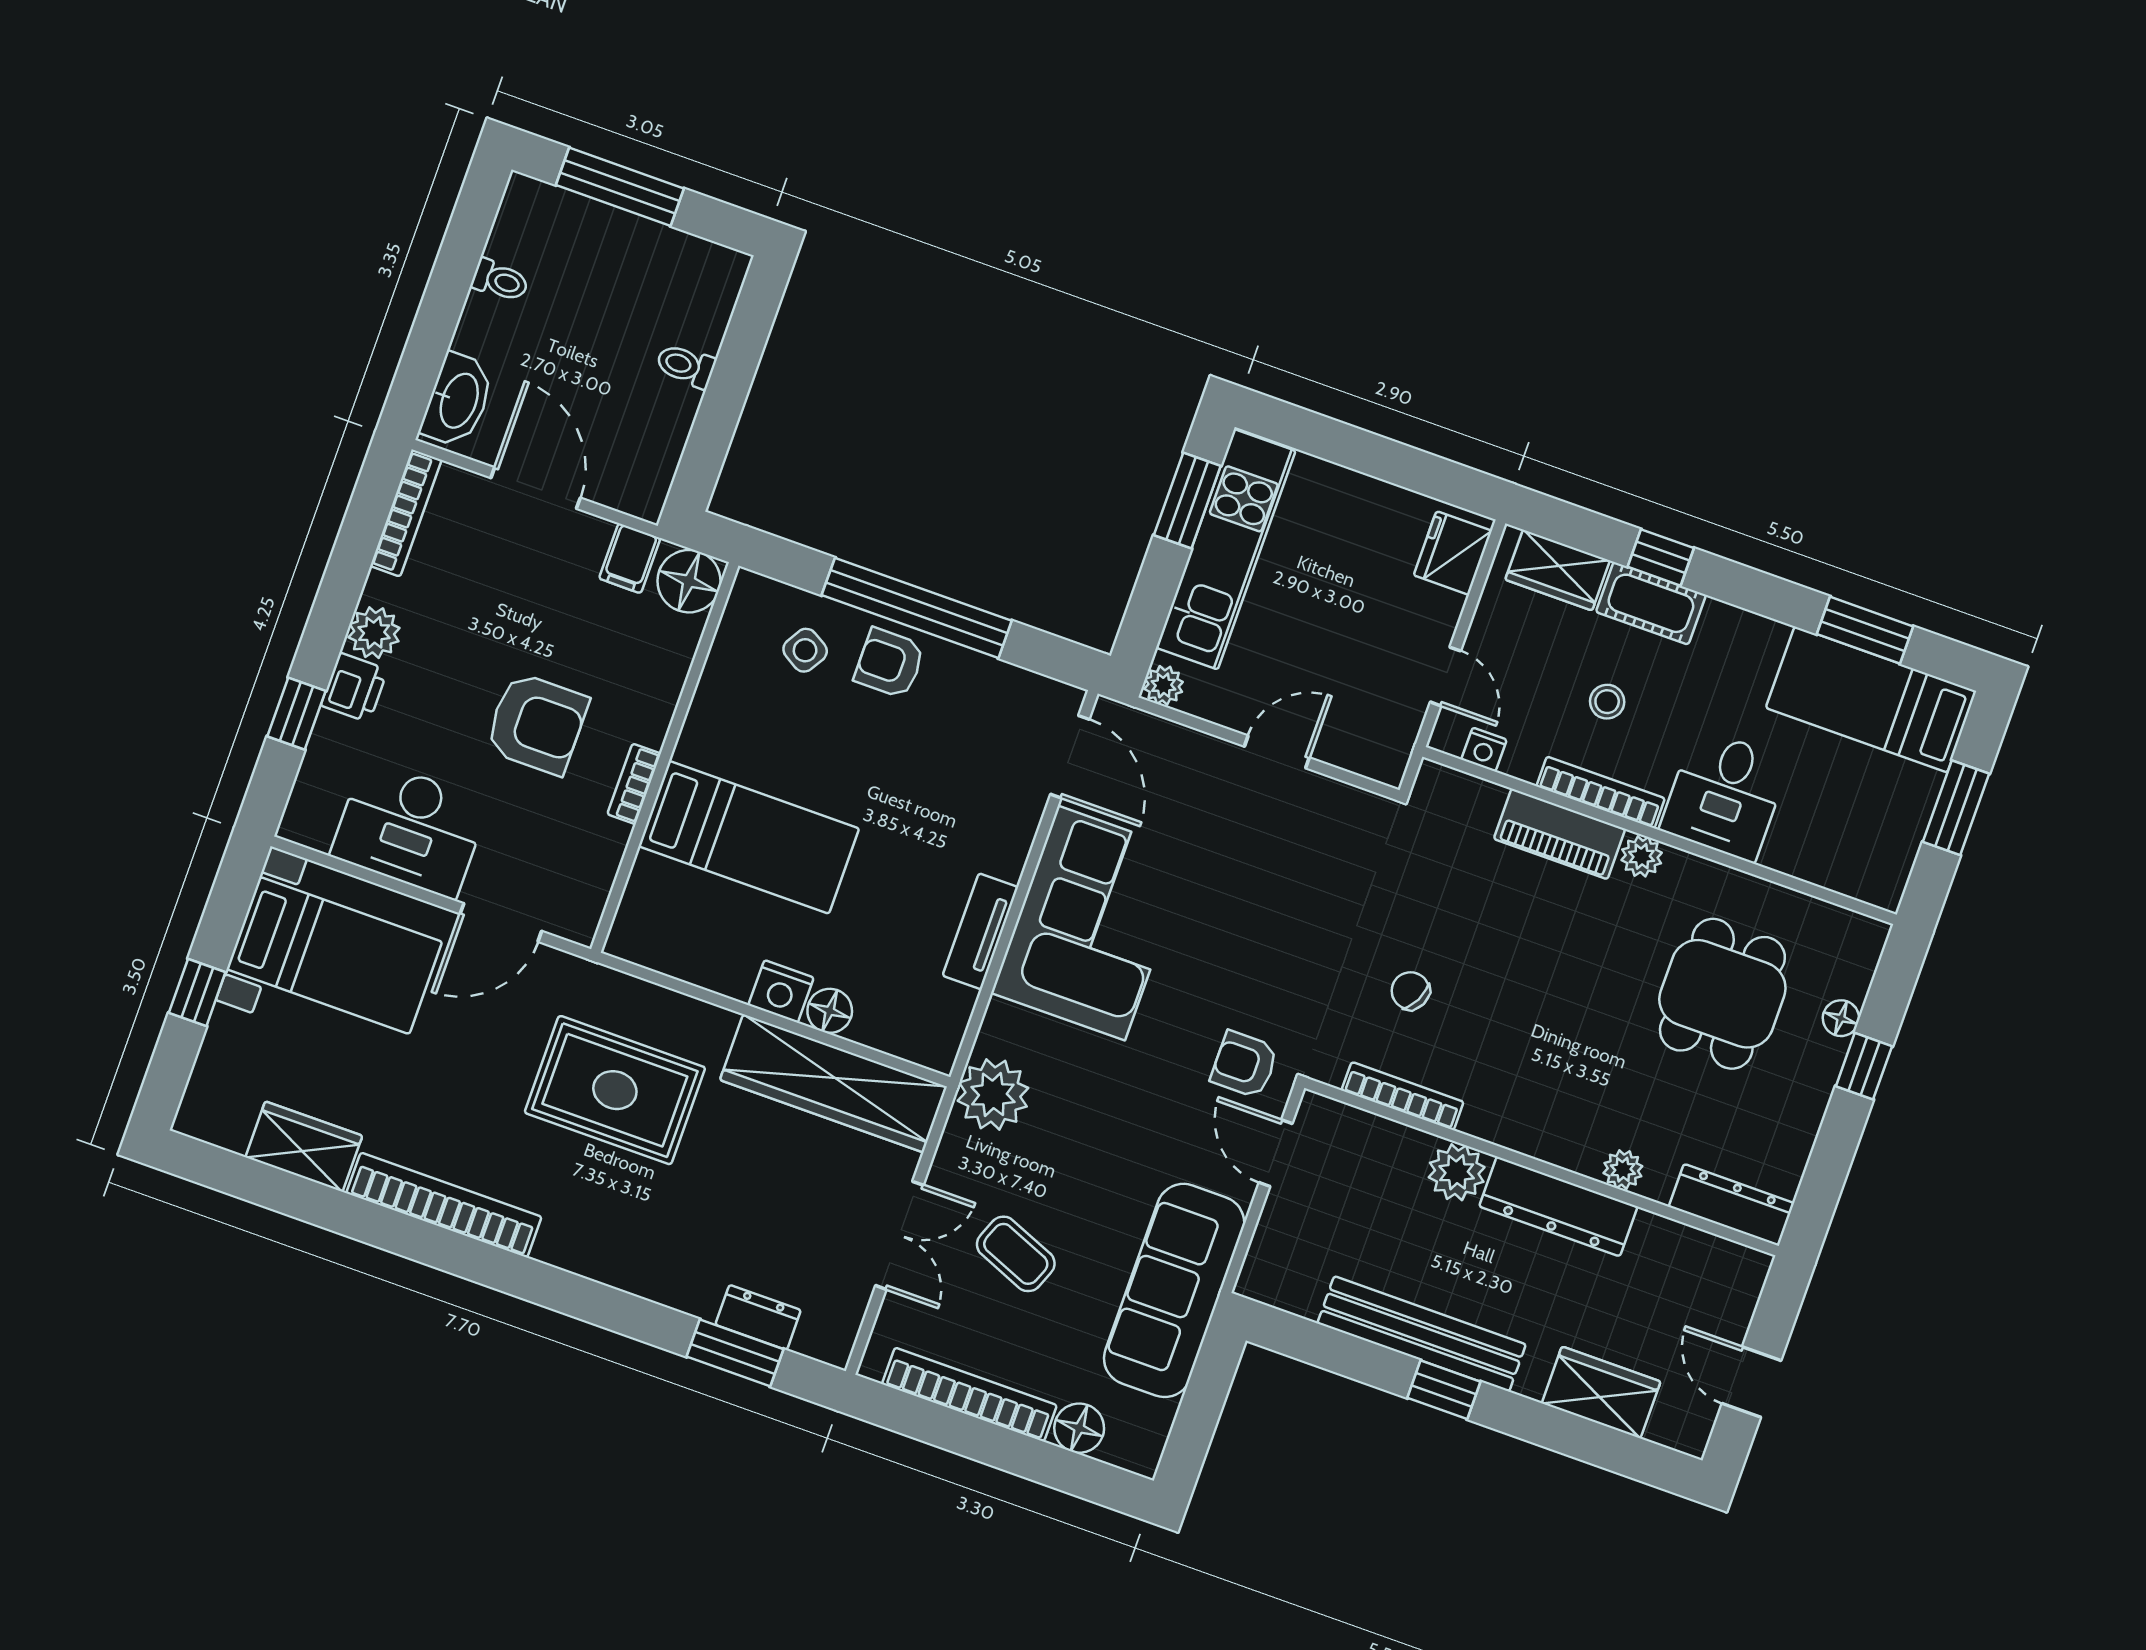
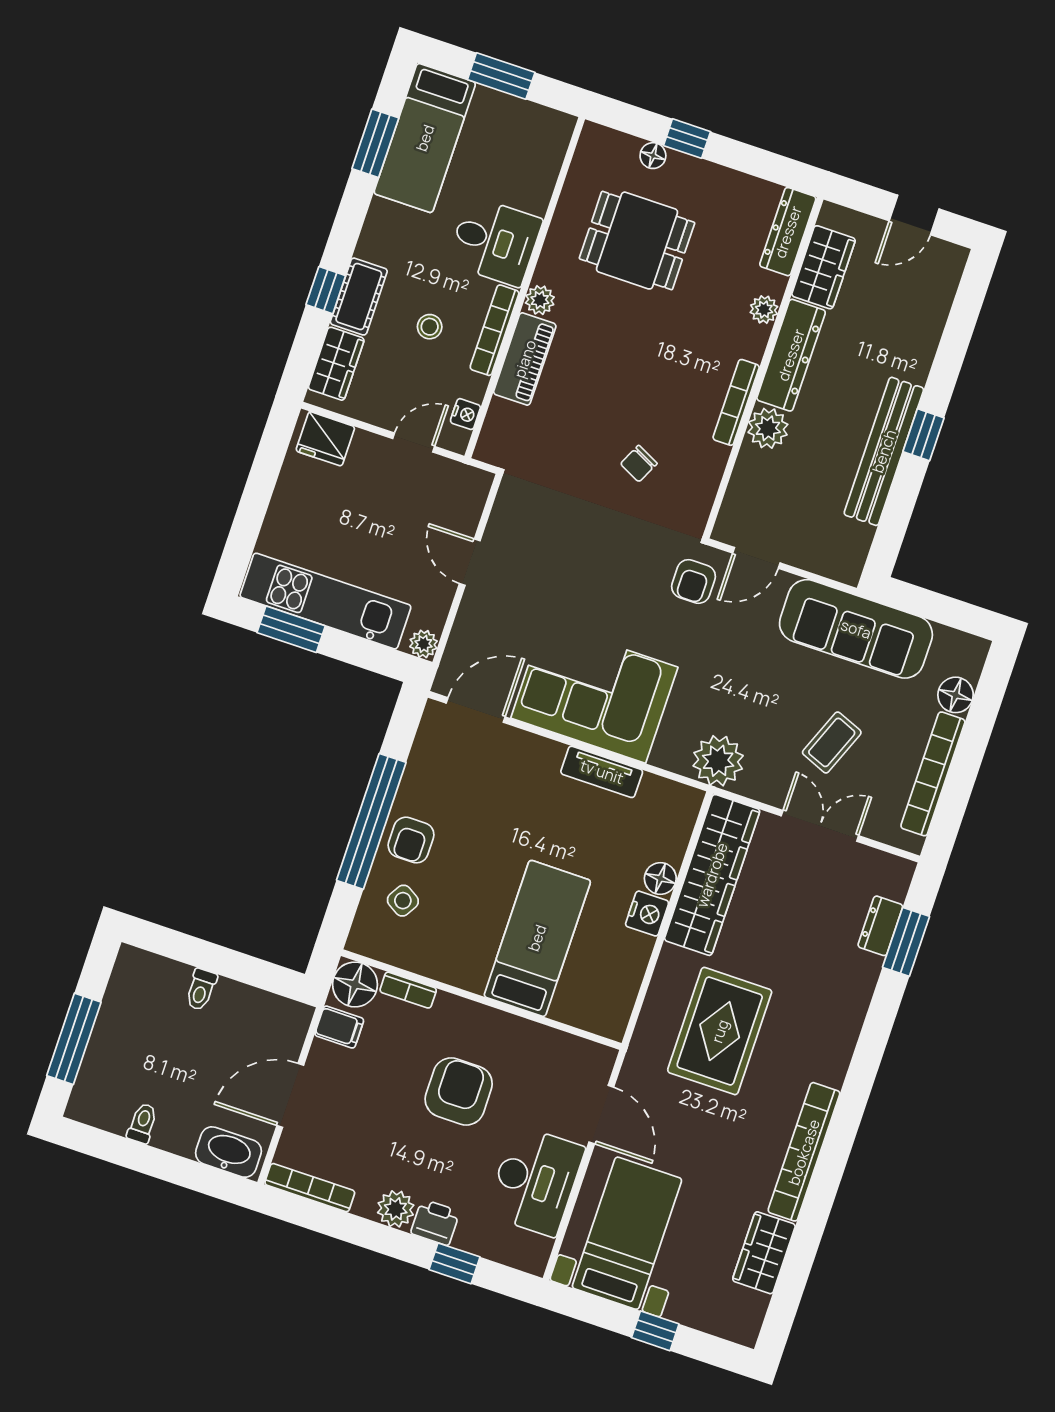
bookcase: (634, 784) -> (408, 990), moved
bookcase: (1403, 1096) -> (736, 402), moved
wardrobe: (1601, 1392) -> (823, 267), moved, turned 180

